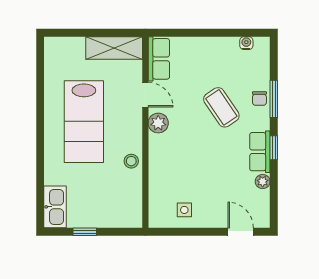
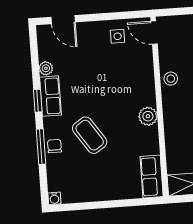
water cooler: (246, 43) -> (54, 198), moved
door: (145, 95) -> (154, 33), moved

